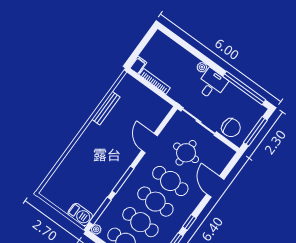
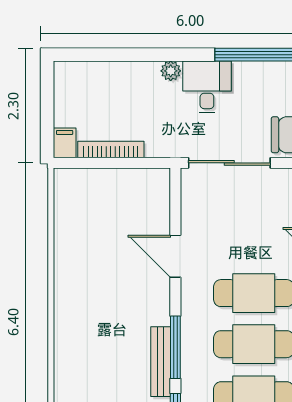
bench: (106, 108) -> (161, 362), moved
round table: (186, 153) -> (246, 229), removed

